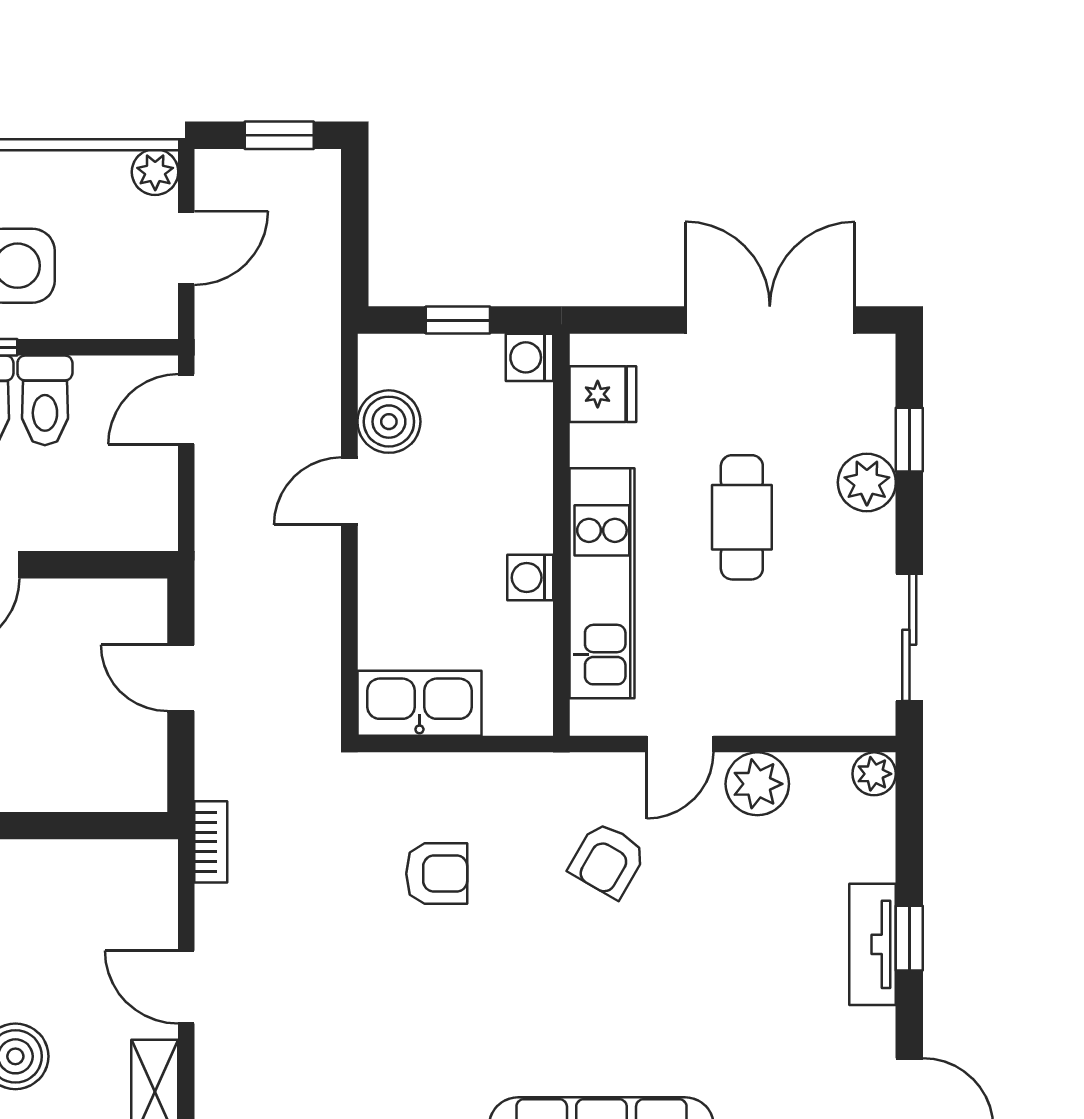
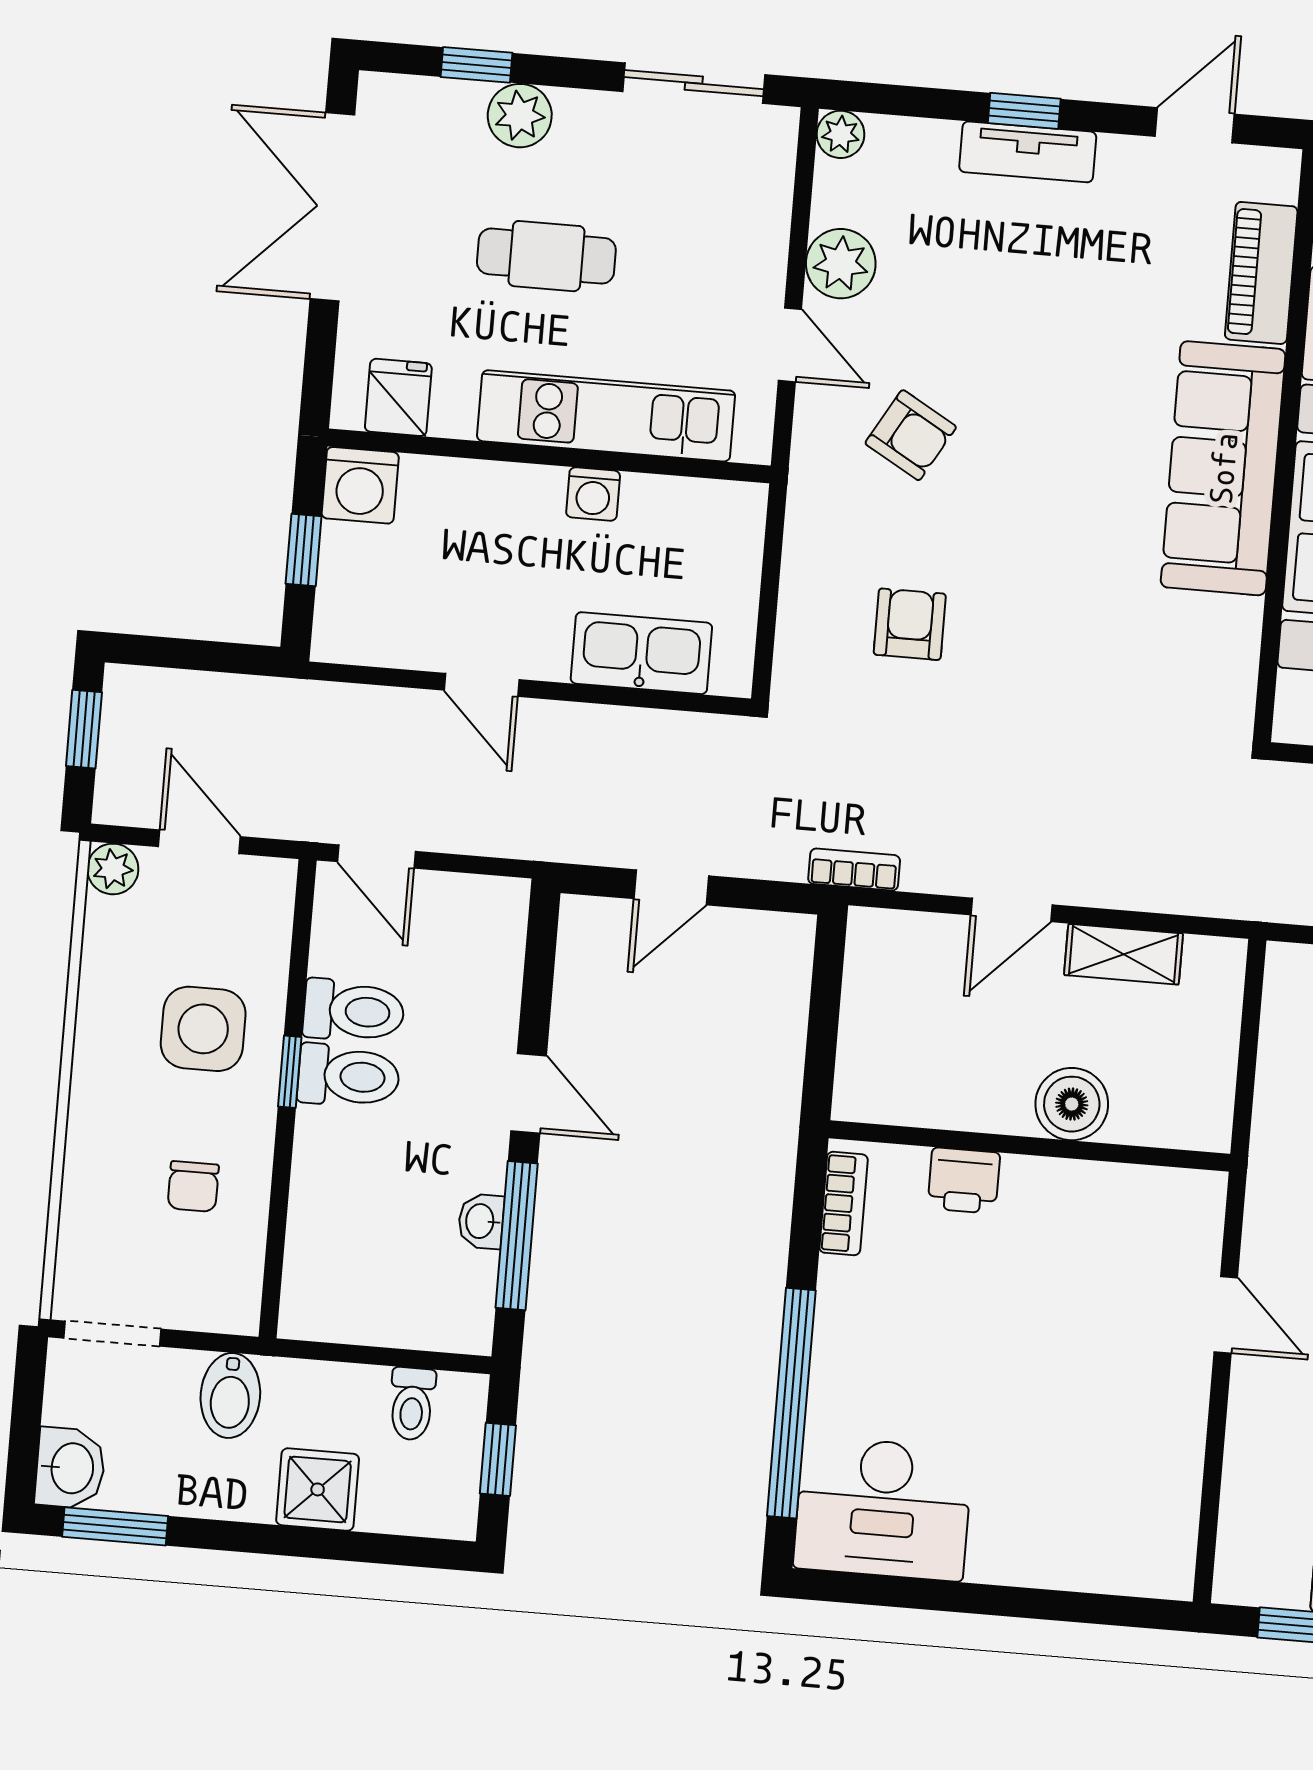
washing machine: (530, 357) -> (360, 485), width x1.38, depth x1.38
boiler: (389, 422) -> (409, 635), removed
kitchen sink: (419, 703) -> (641, 653), moved, turned 90

